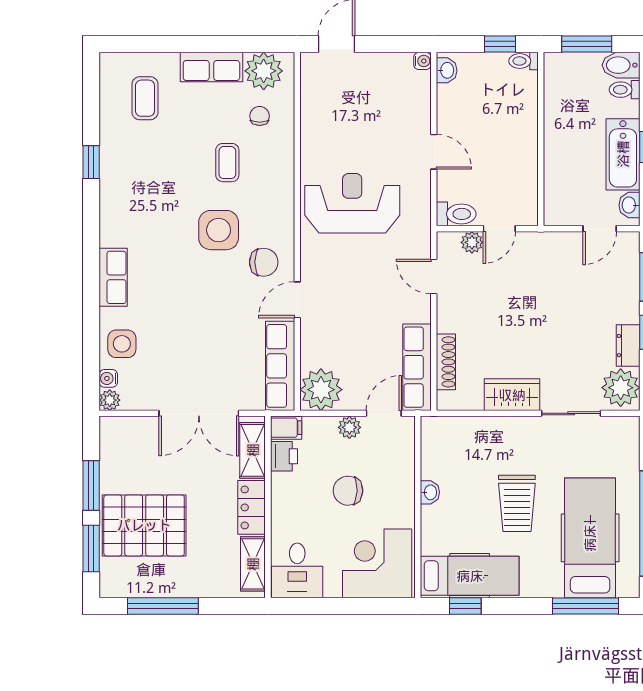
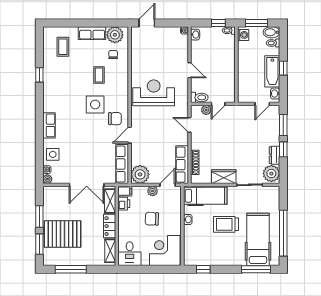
washing machine: (556, 71) -> (243, 35), added
trolley: (517, 503) -> (226, 224), turned 90
hospital bed: (470, 576) -> (205, 196), moved

